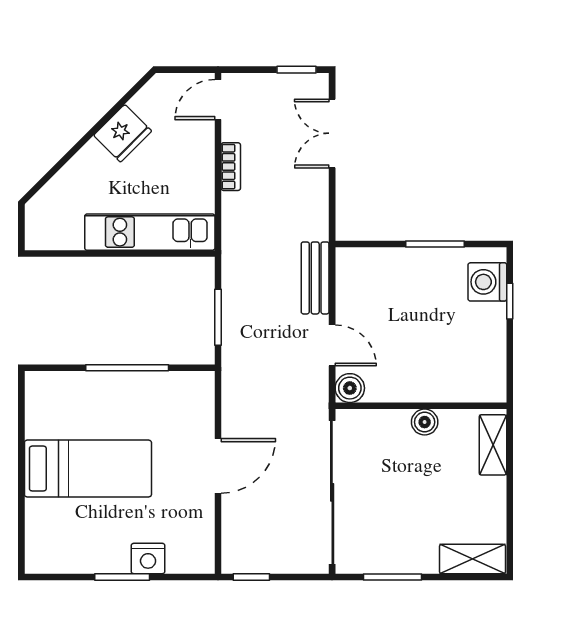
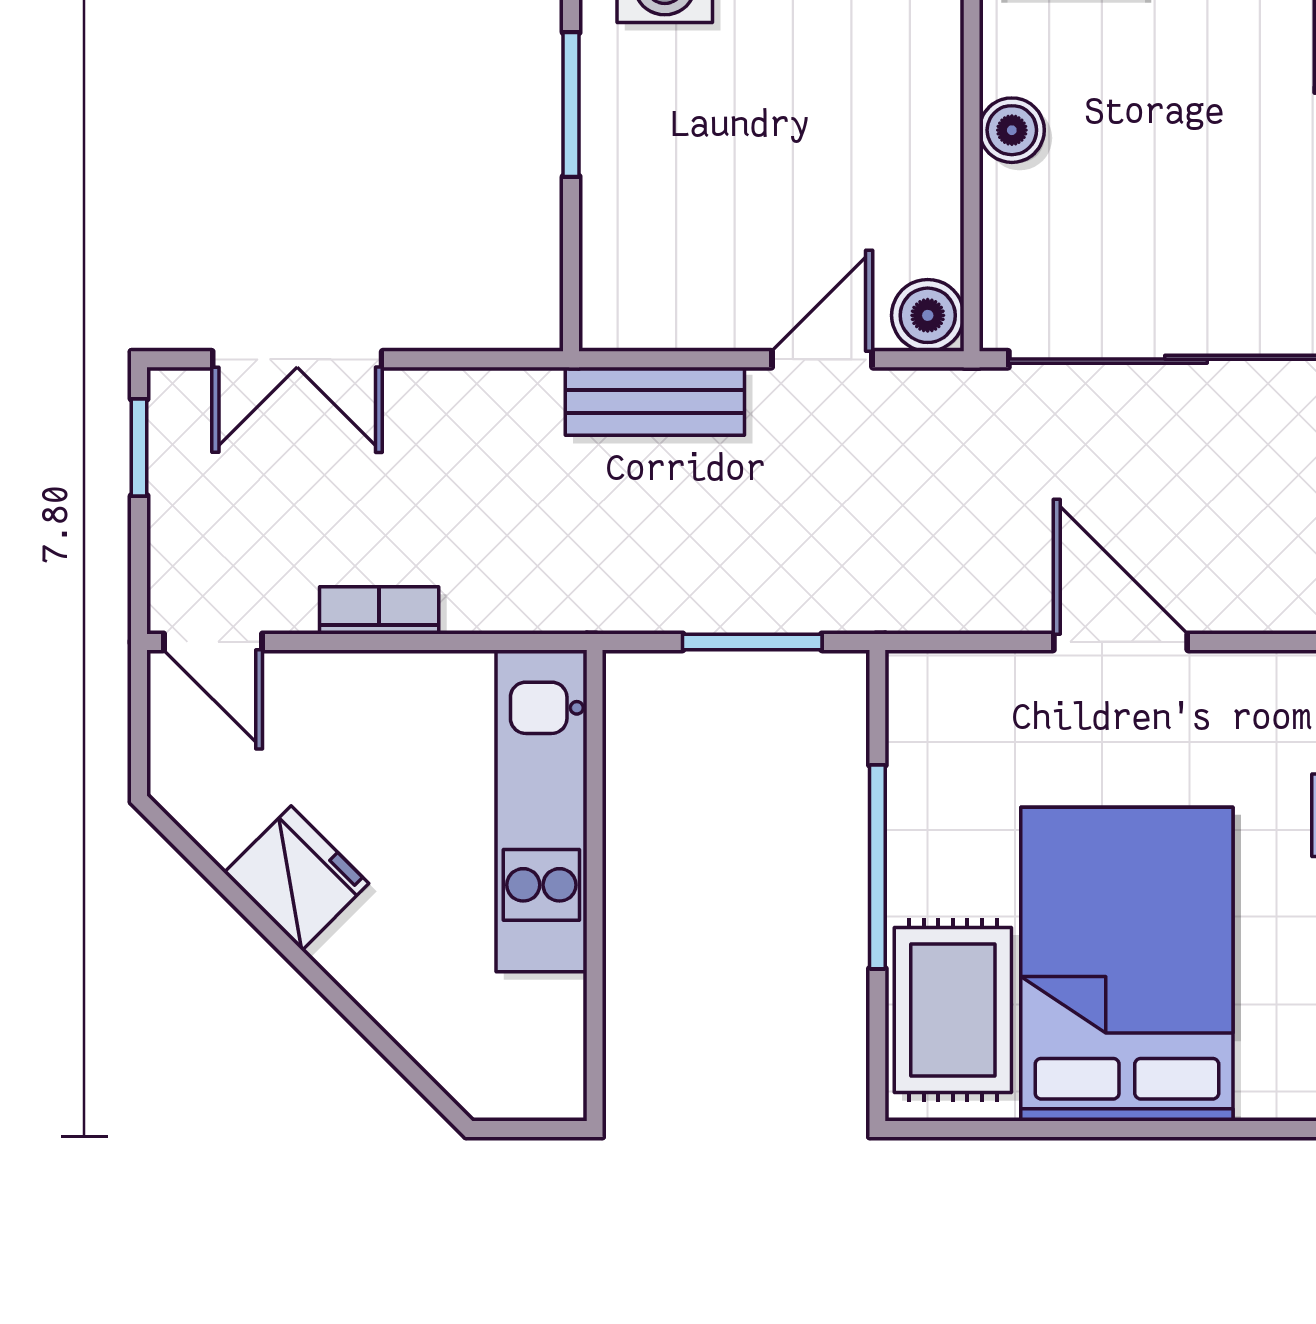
rug: (69, 398) -> (953, 1010), added
bed: (88, 469) -> (1127, 964), width x1.50

